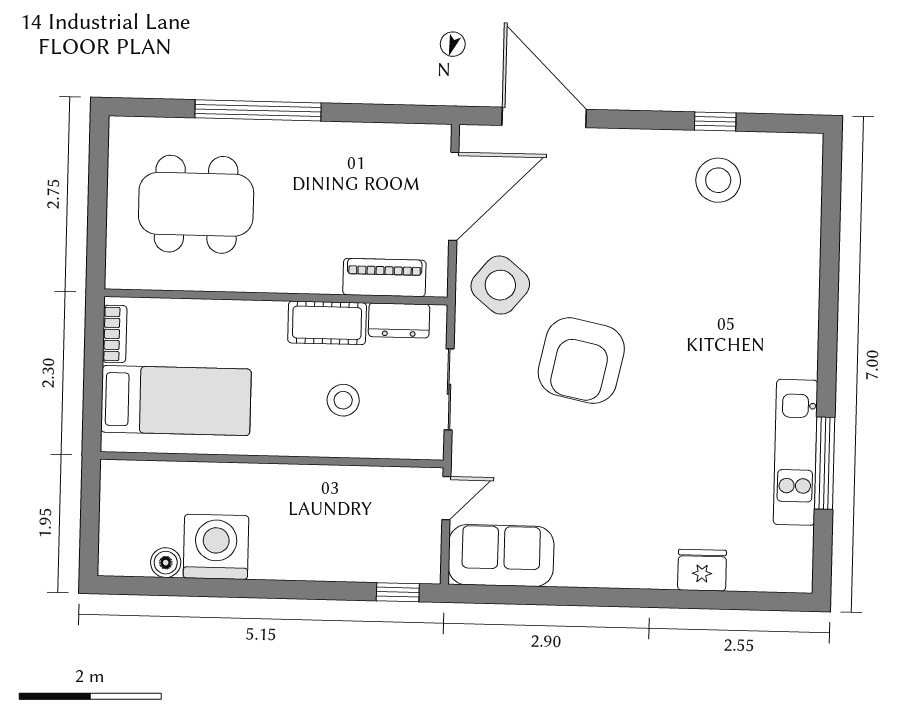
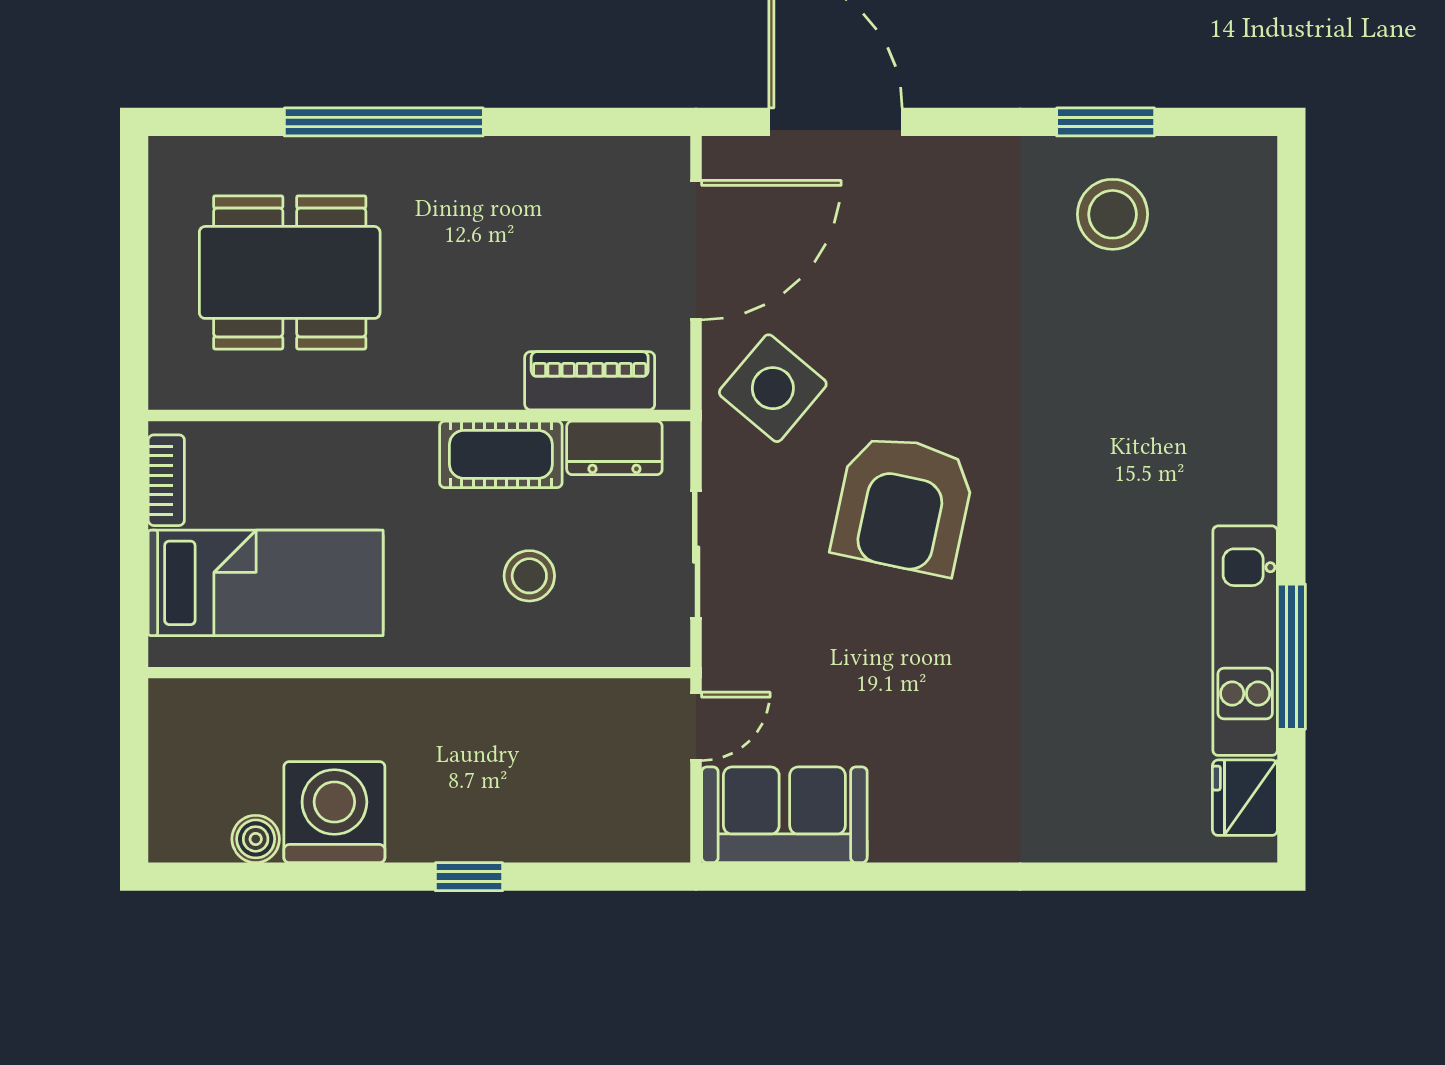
window: (715, 122) -> (1106, 122), width x1.50
fridge: (702, 570) -> (1245, 798), moved, turned -90
window: (398, 592) -> (469, 877), moved

